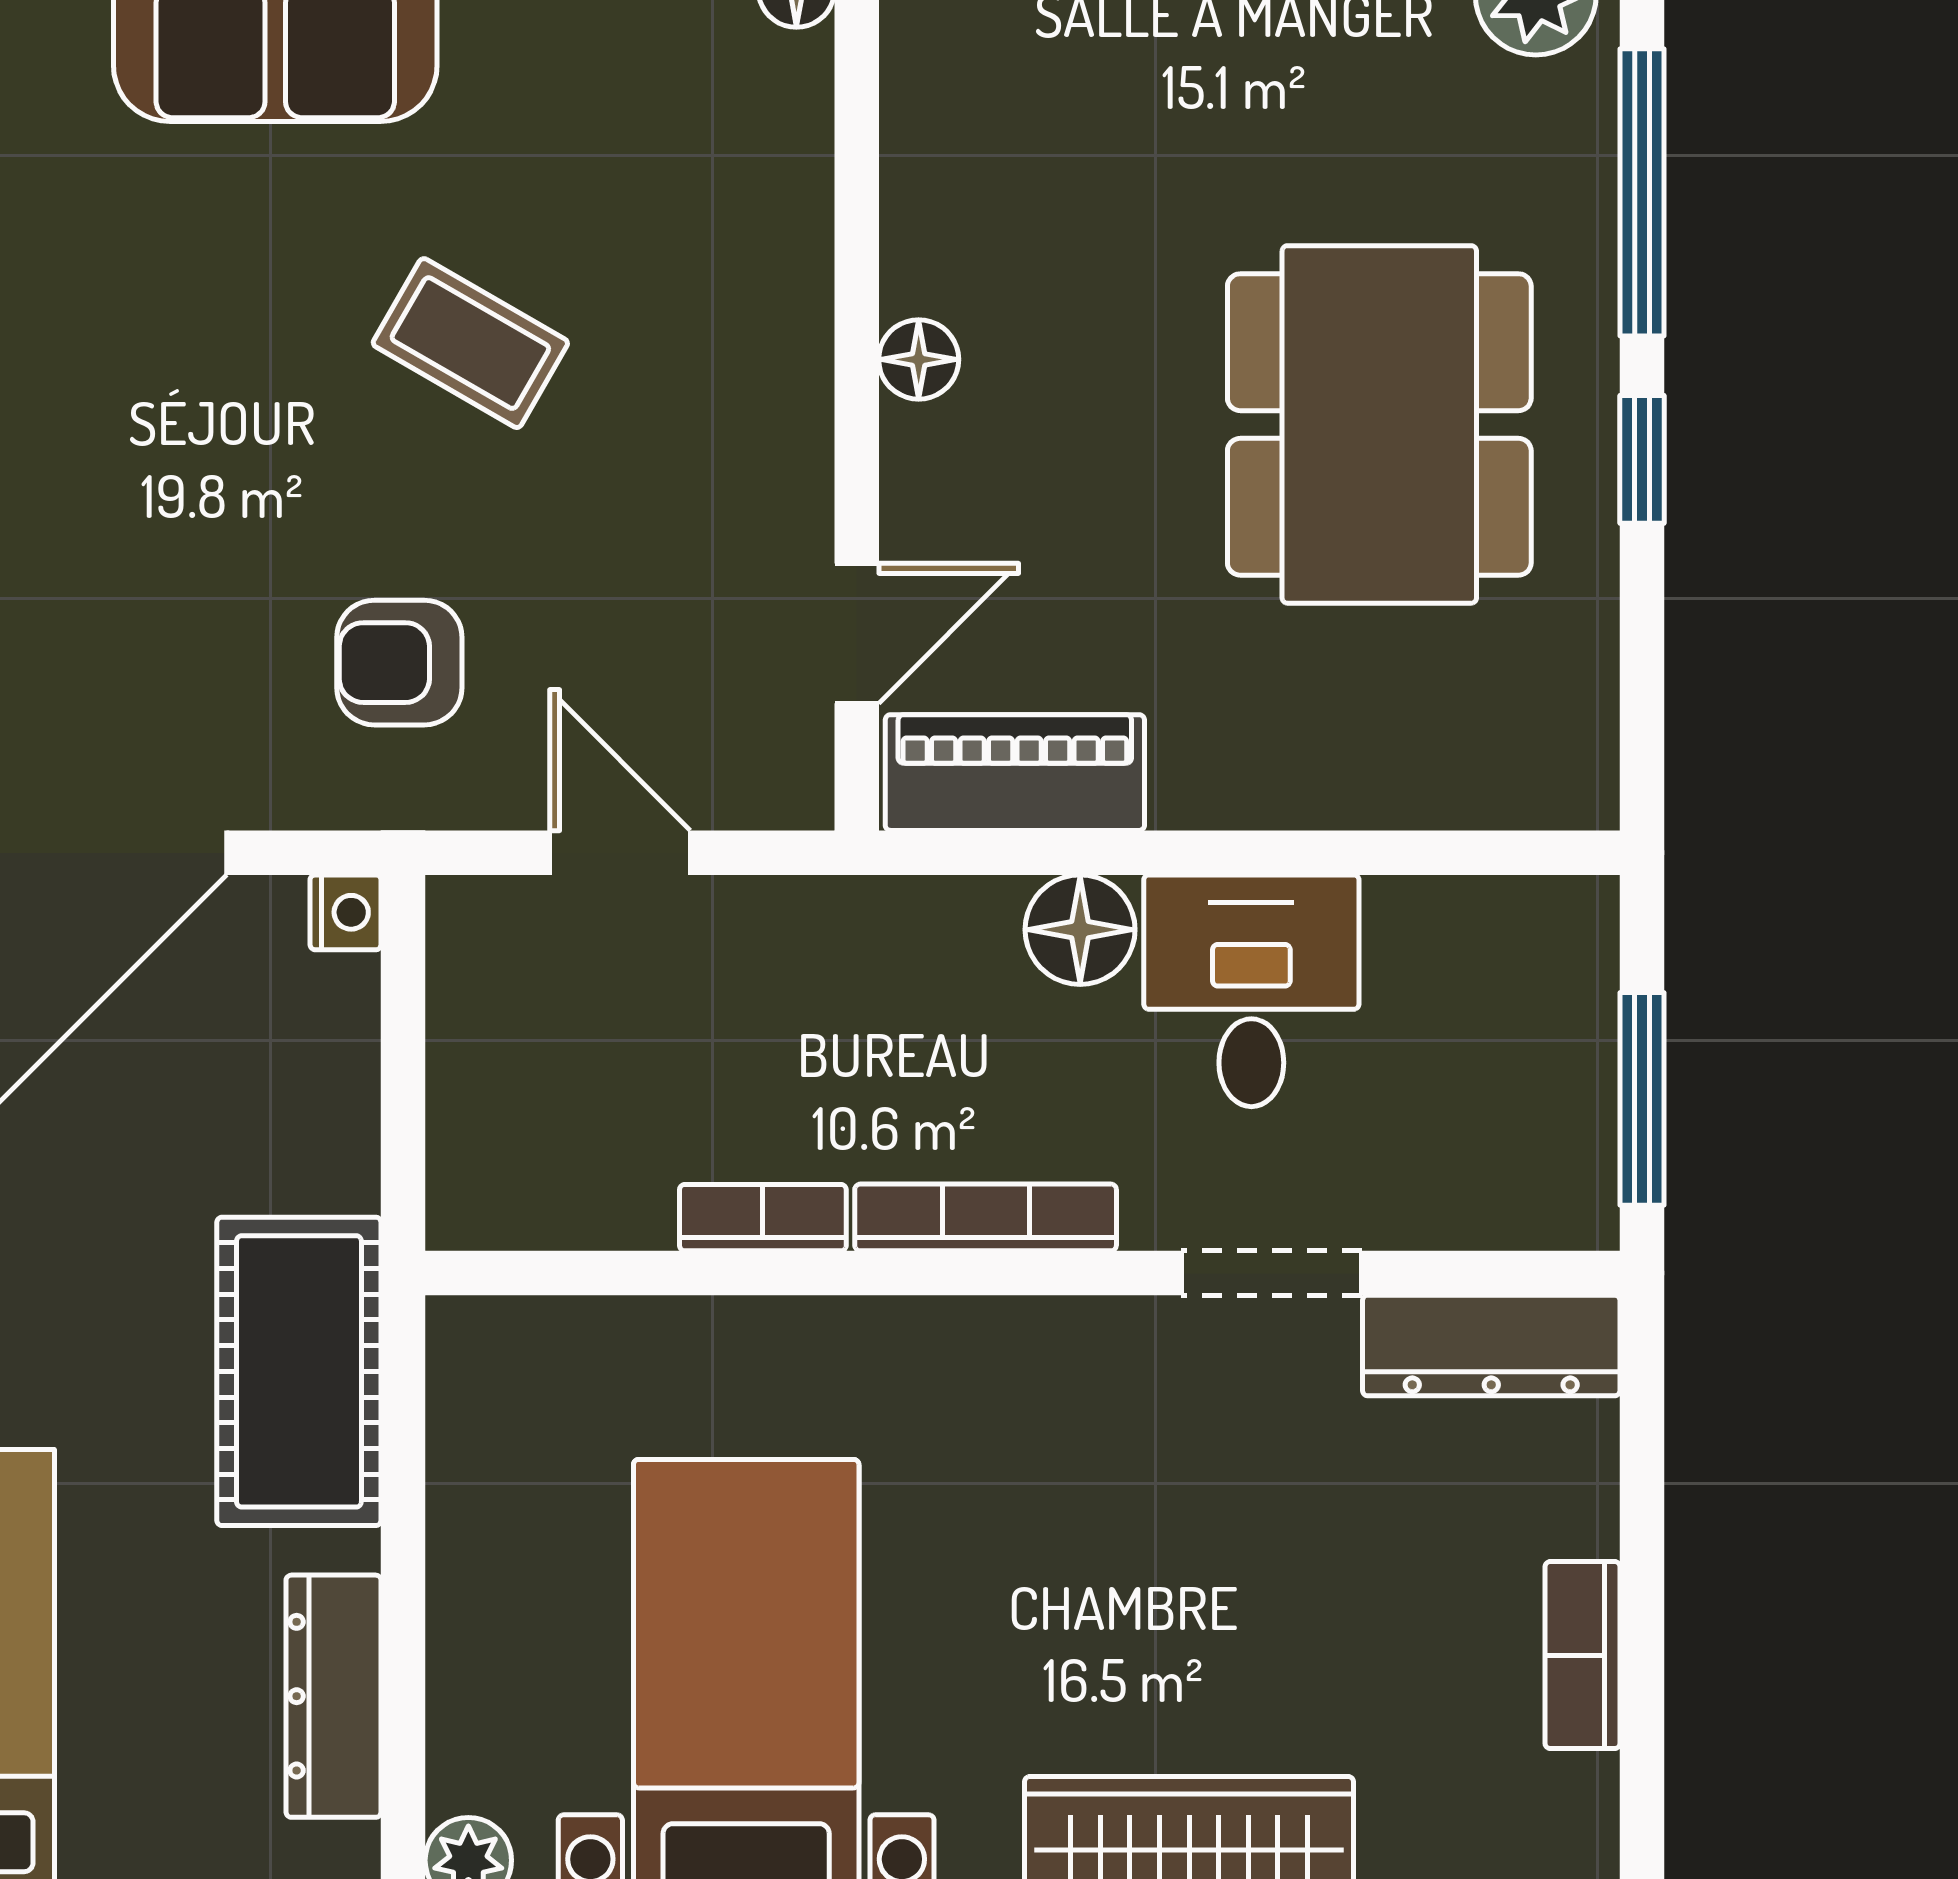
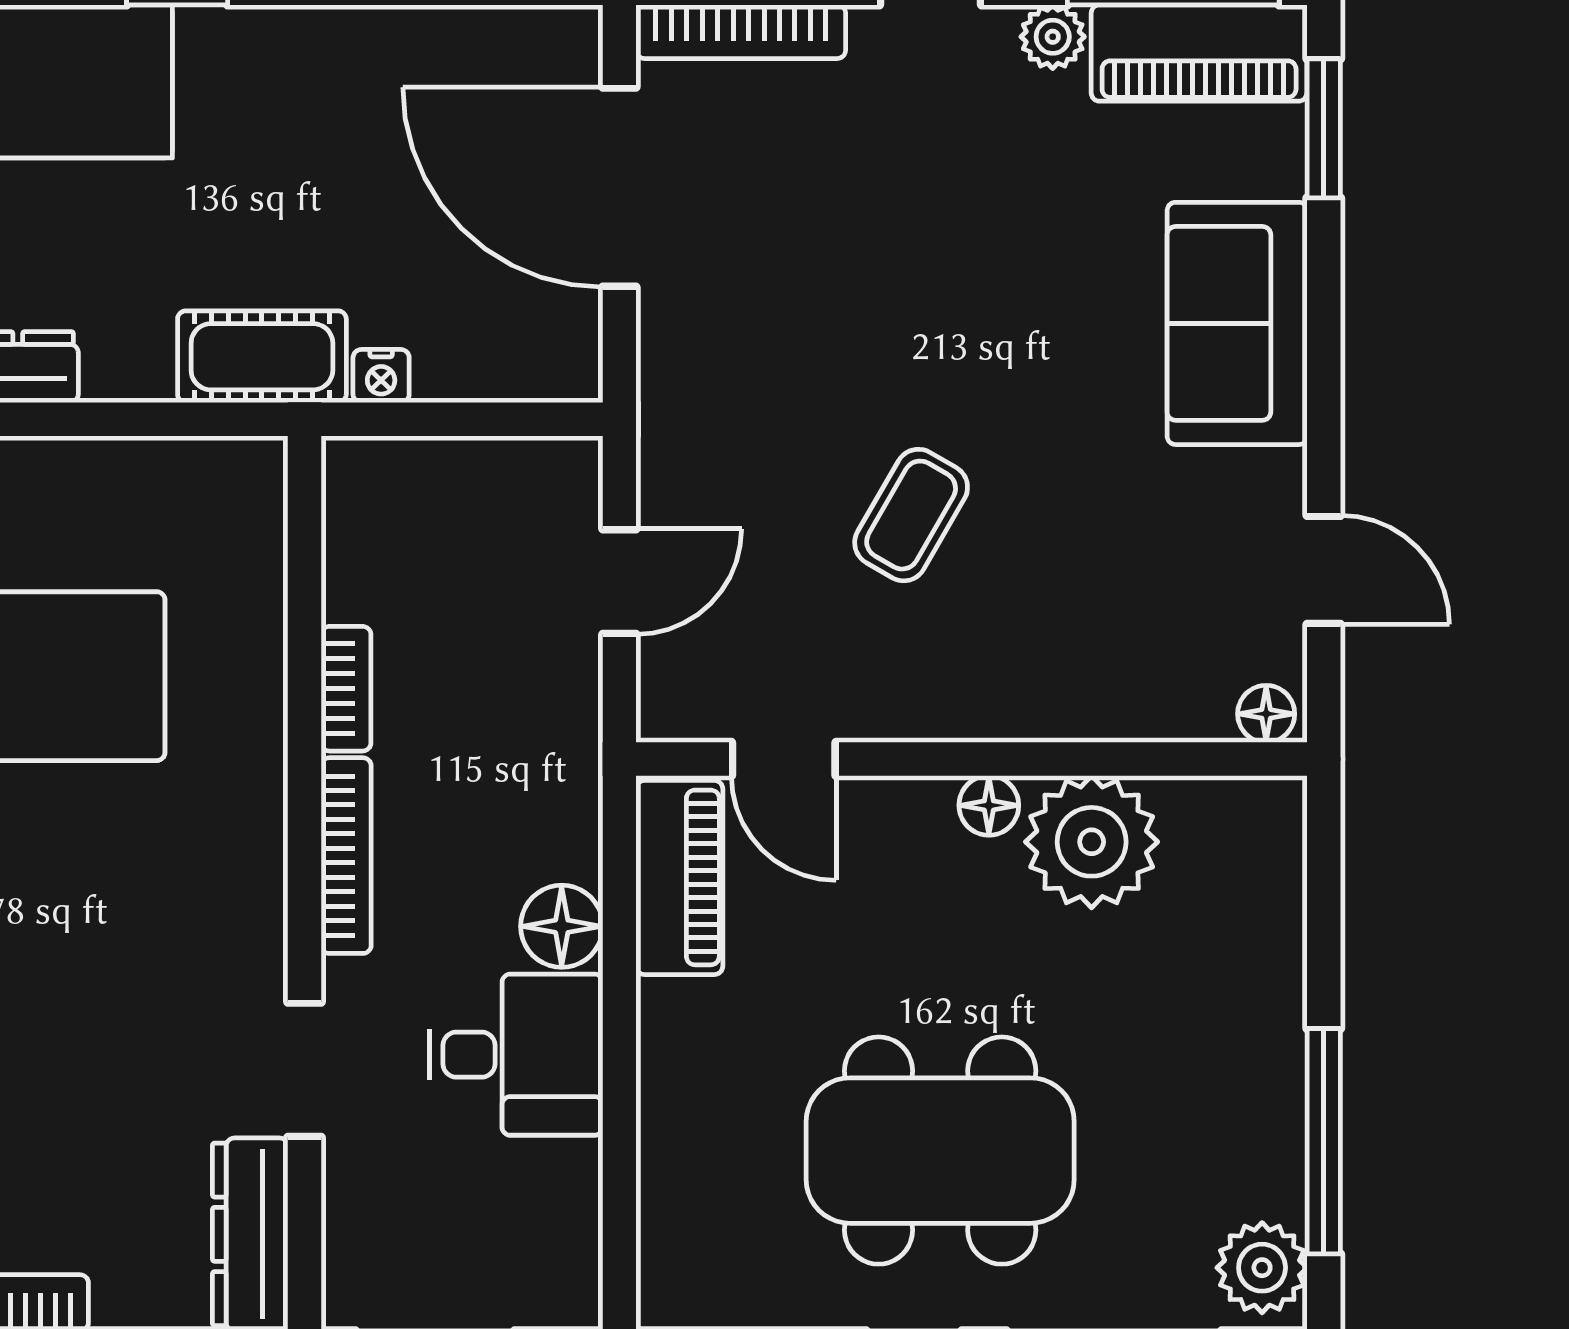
plant: (967, 222) -> (1092, 842), added
coffee table: (470, 343) -> (911, 515), moved
armchair: (399, 663) -> (762, 416), removed
nightstand: (346, 912) -> (381, 376), moved
cot: (299, 1371) -> (262, 357), width x0.73, depth x0.75

